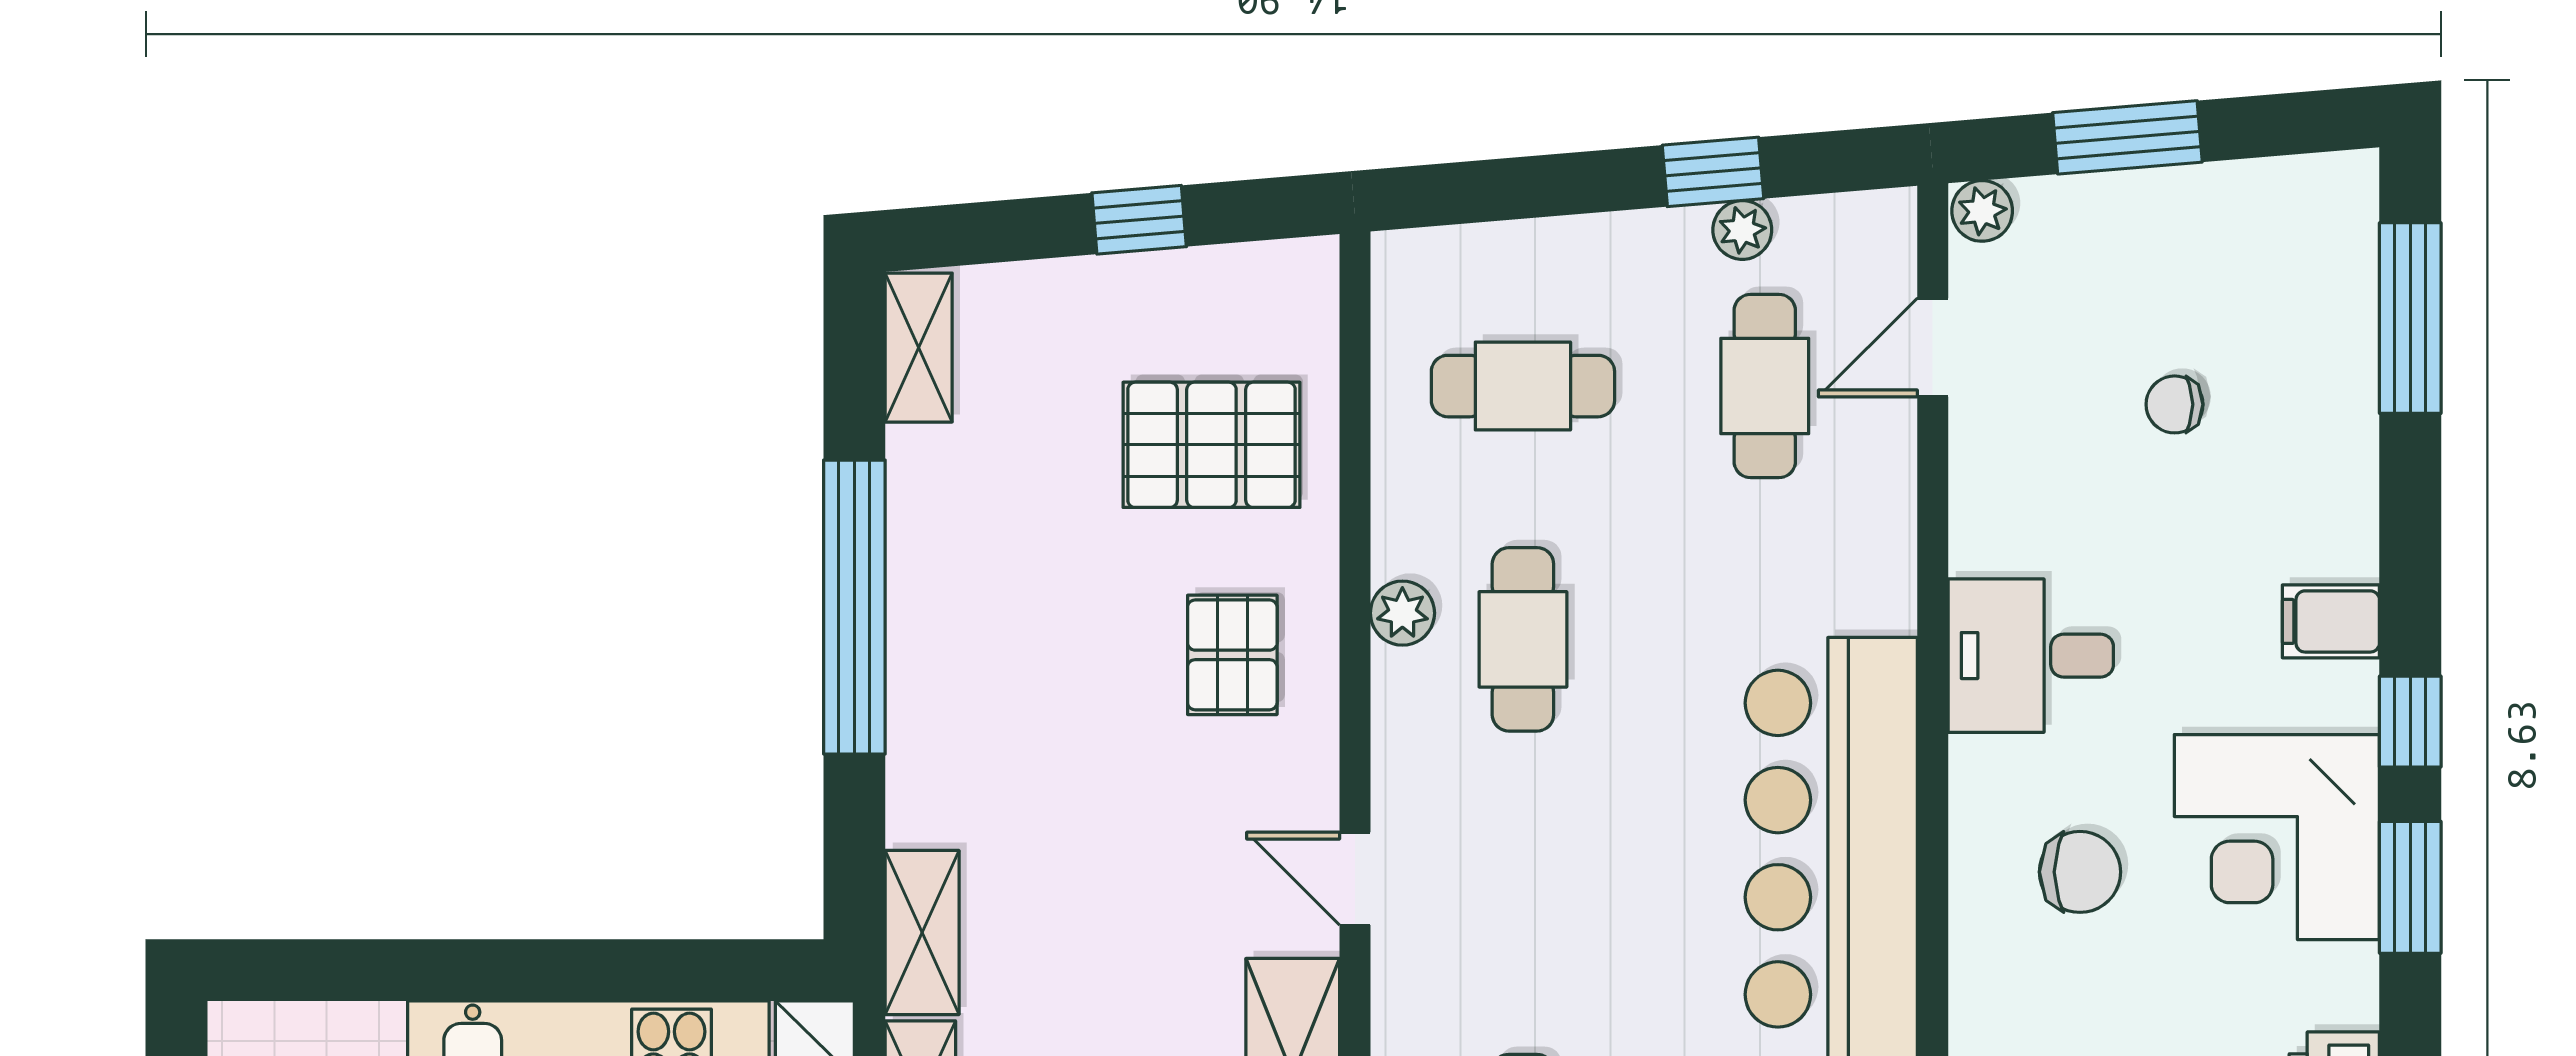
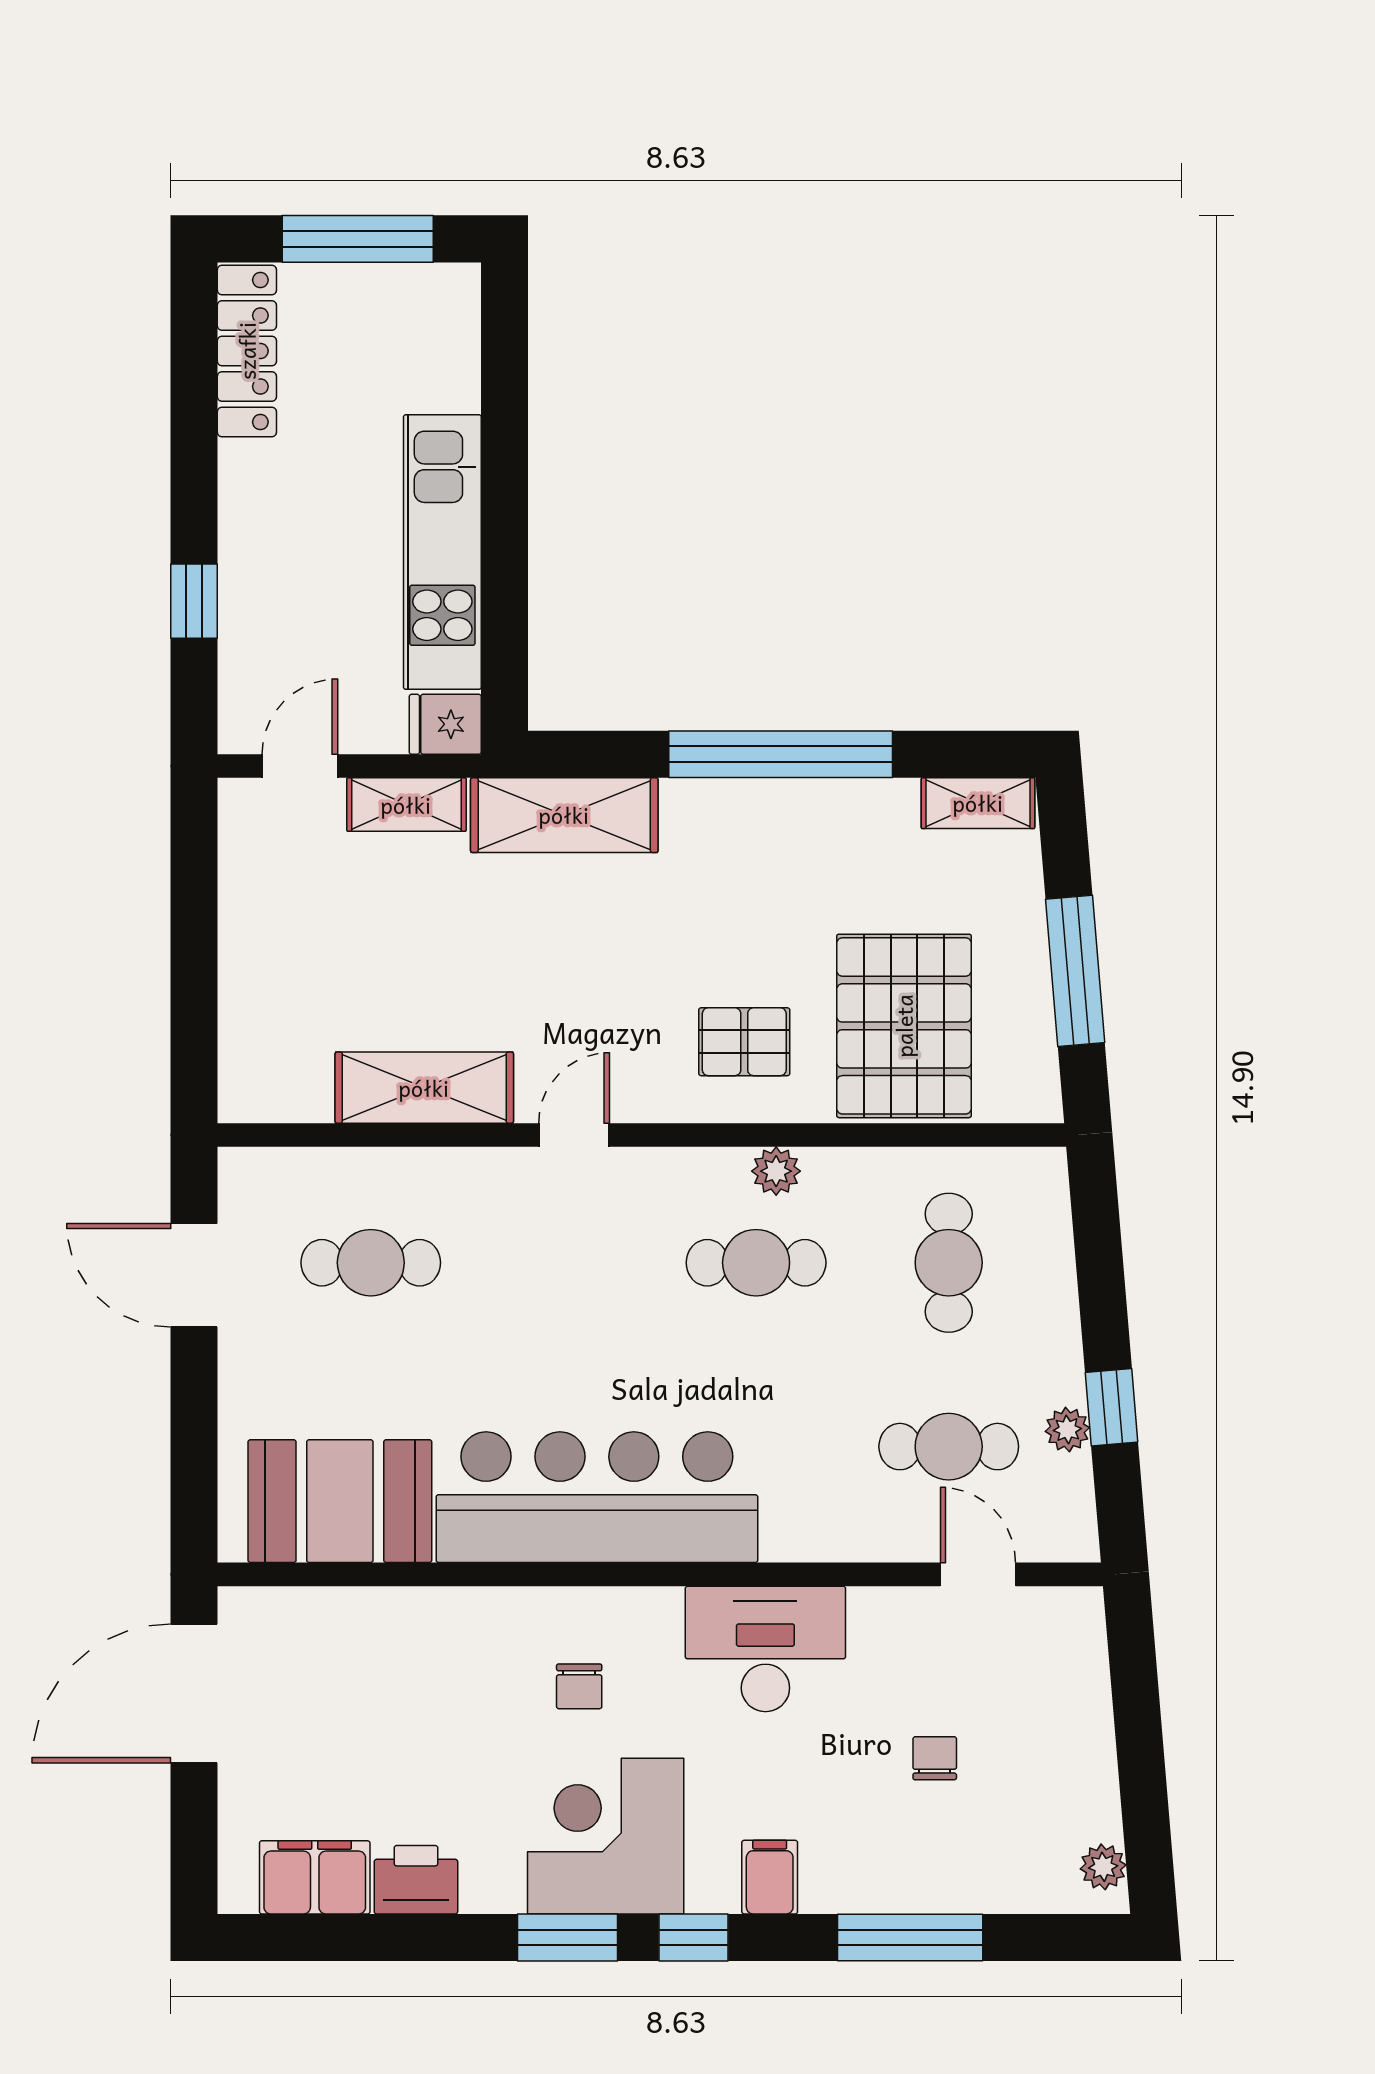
window: (2127, 137) -> (1138, 1722), removed
plant: (1982, 211) -> (1103, 1867), moved
window: (1139, 220) -> (1075, 971), width x2.17
window: (2410, 318) -> (910, 1937), moved
pallet: (1211, 445) -> (904, 1026), width x1.37, depth x1.41
desk: (2031, 656) -> (765, 1649), width x1.37
chair: (2080, 872) -> (579, 1686), width x0.73, depth x0.73
shelving: (922, 933) -> (564, 815), width x1.50, depth x1.33

